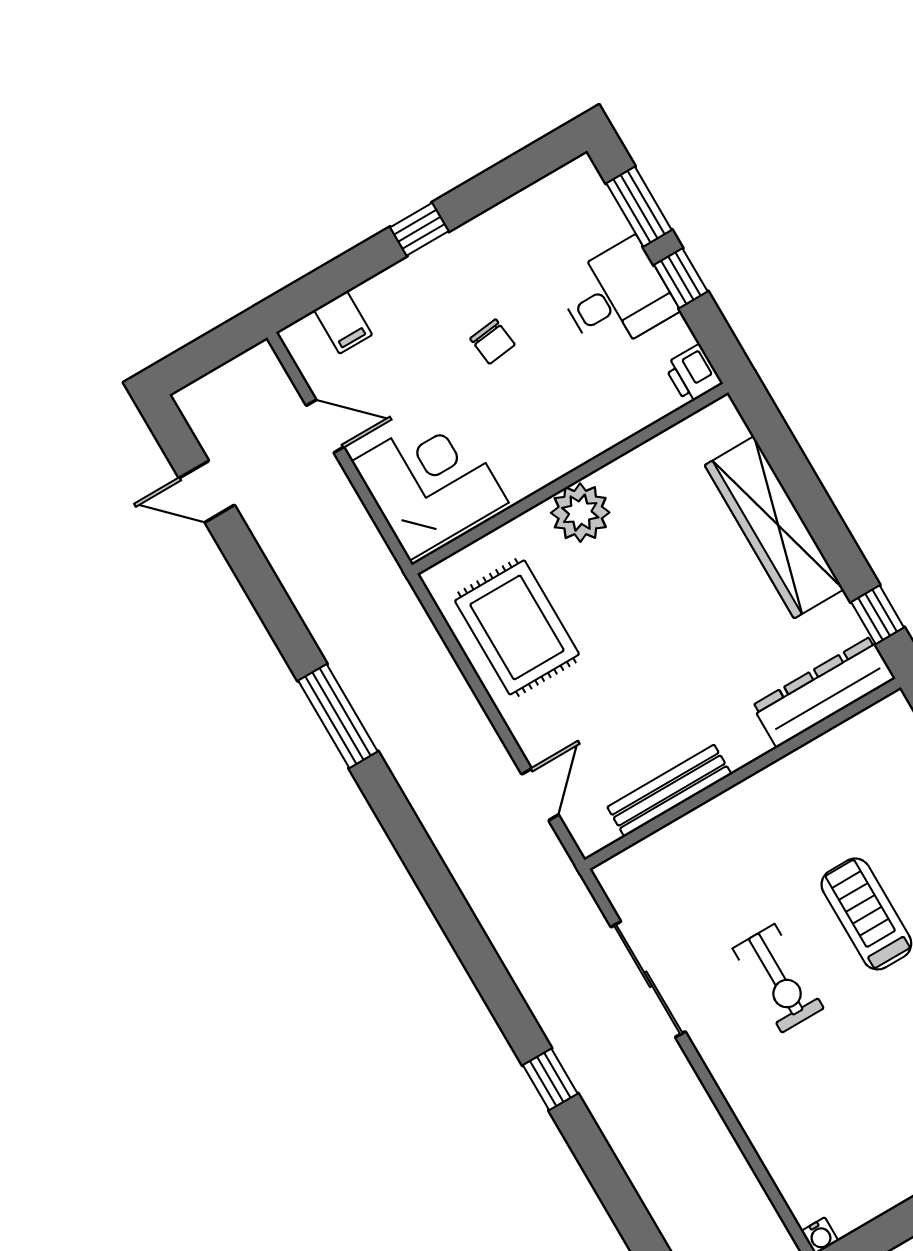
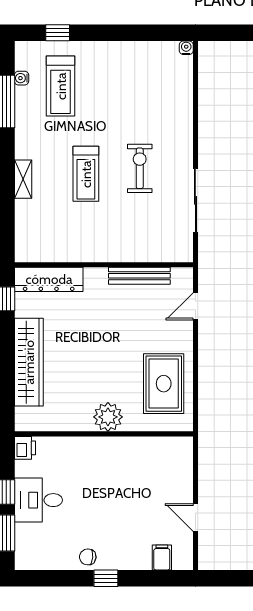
chair: (493, 342) -> (88, 557), moved, turned -78
corner desk: (430, 482) -> (164, 467), removed

